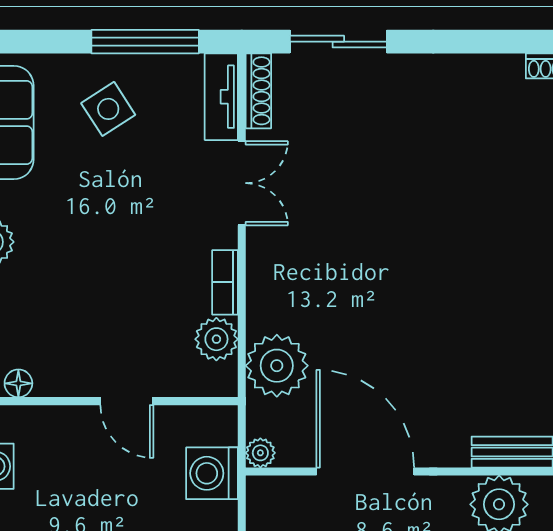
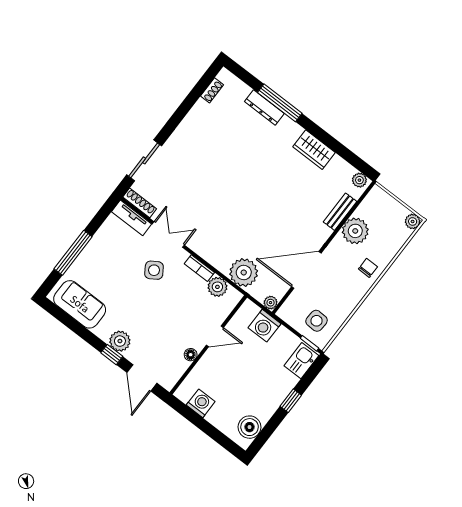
window: (145, 42) -> (73, 253), moved
side table: (108, 109) -> (154, 270), moved
floor lamp: (18, 383) -> (191, 355), moved

